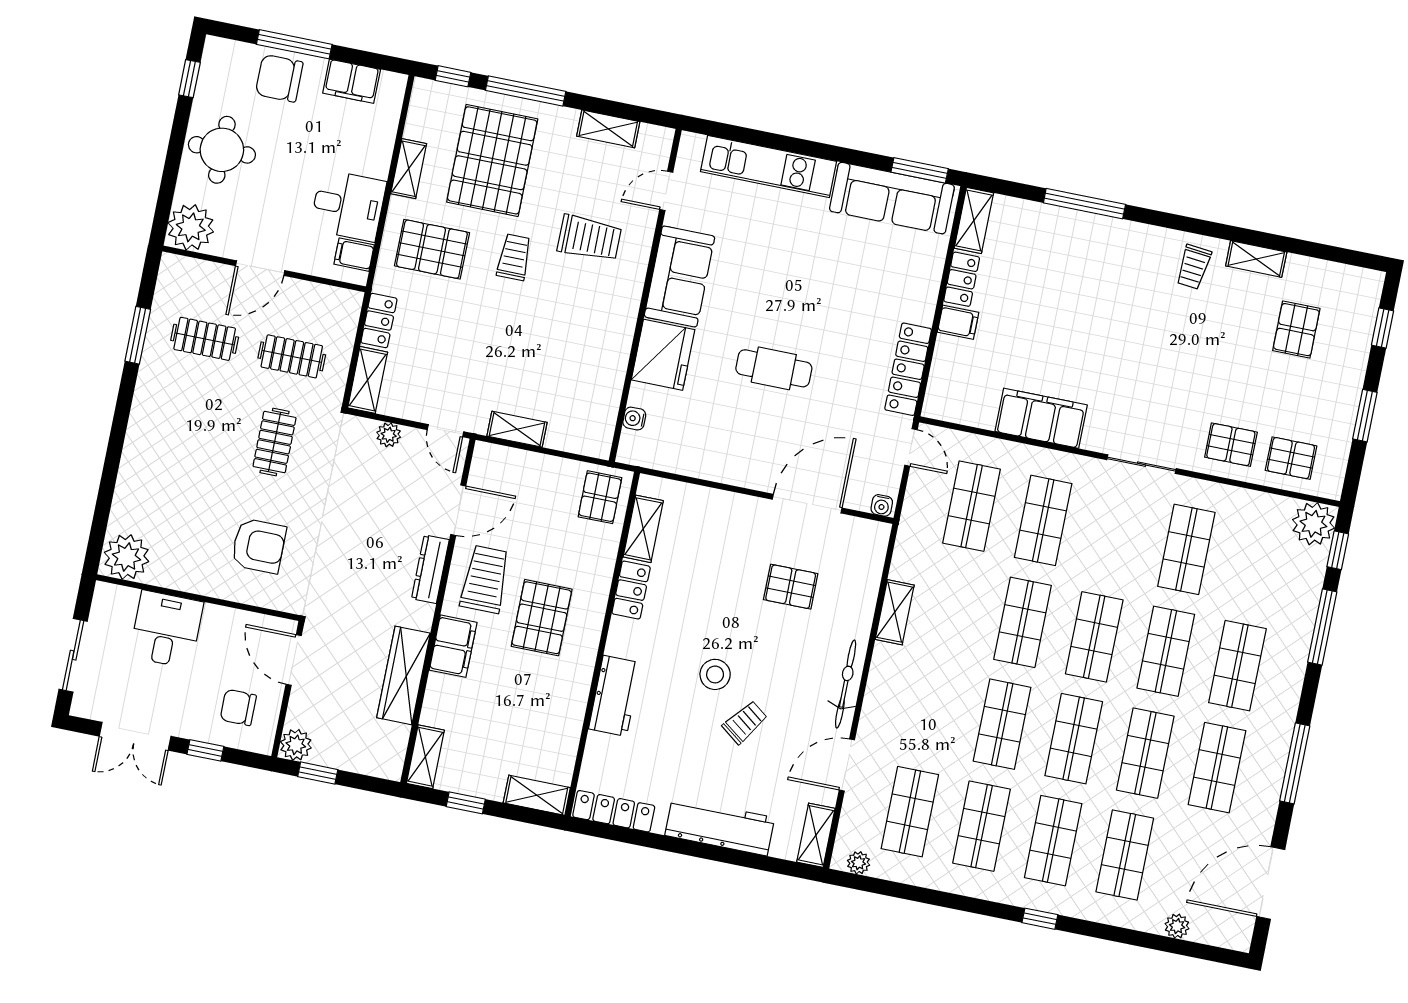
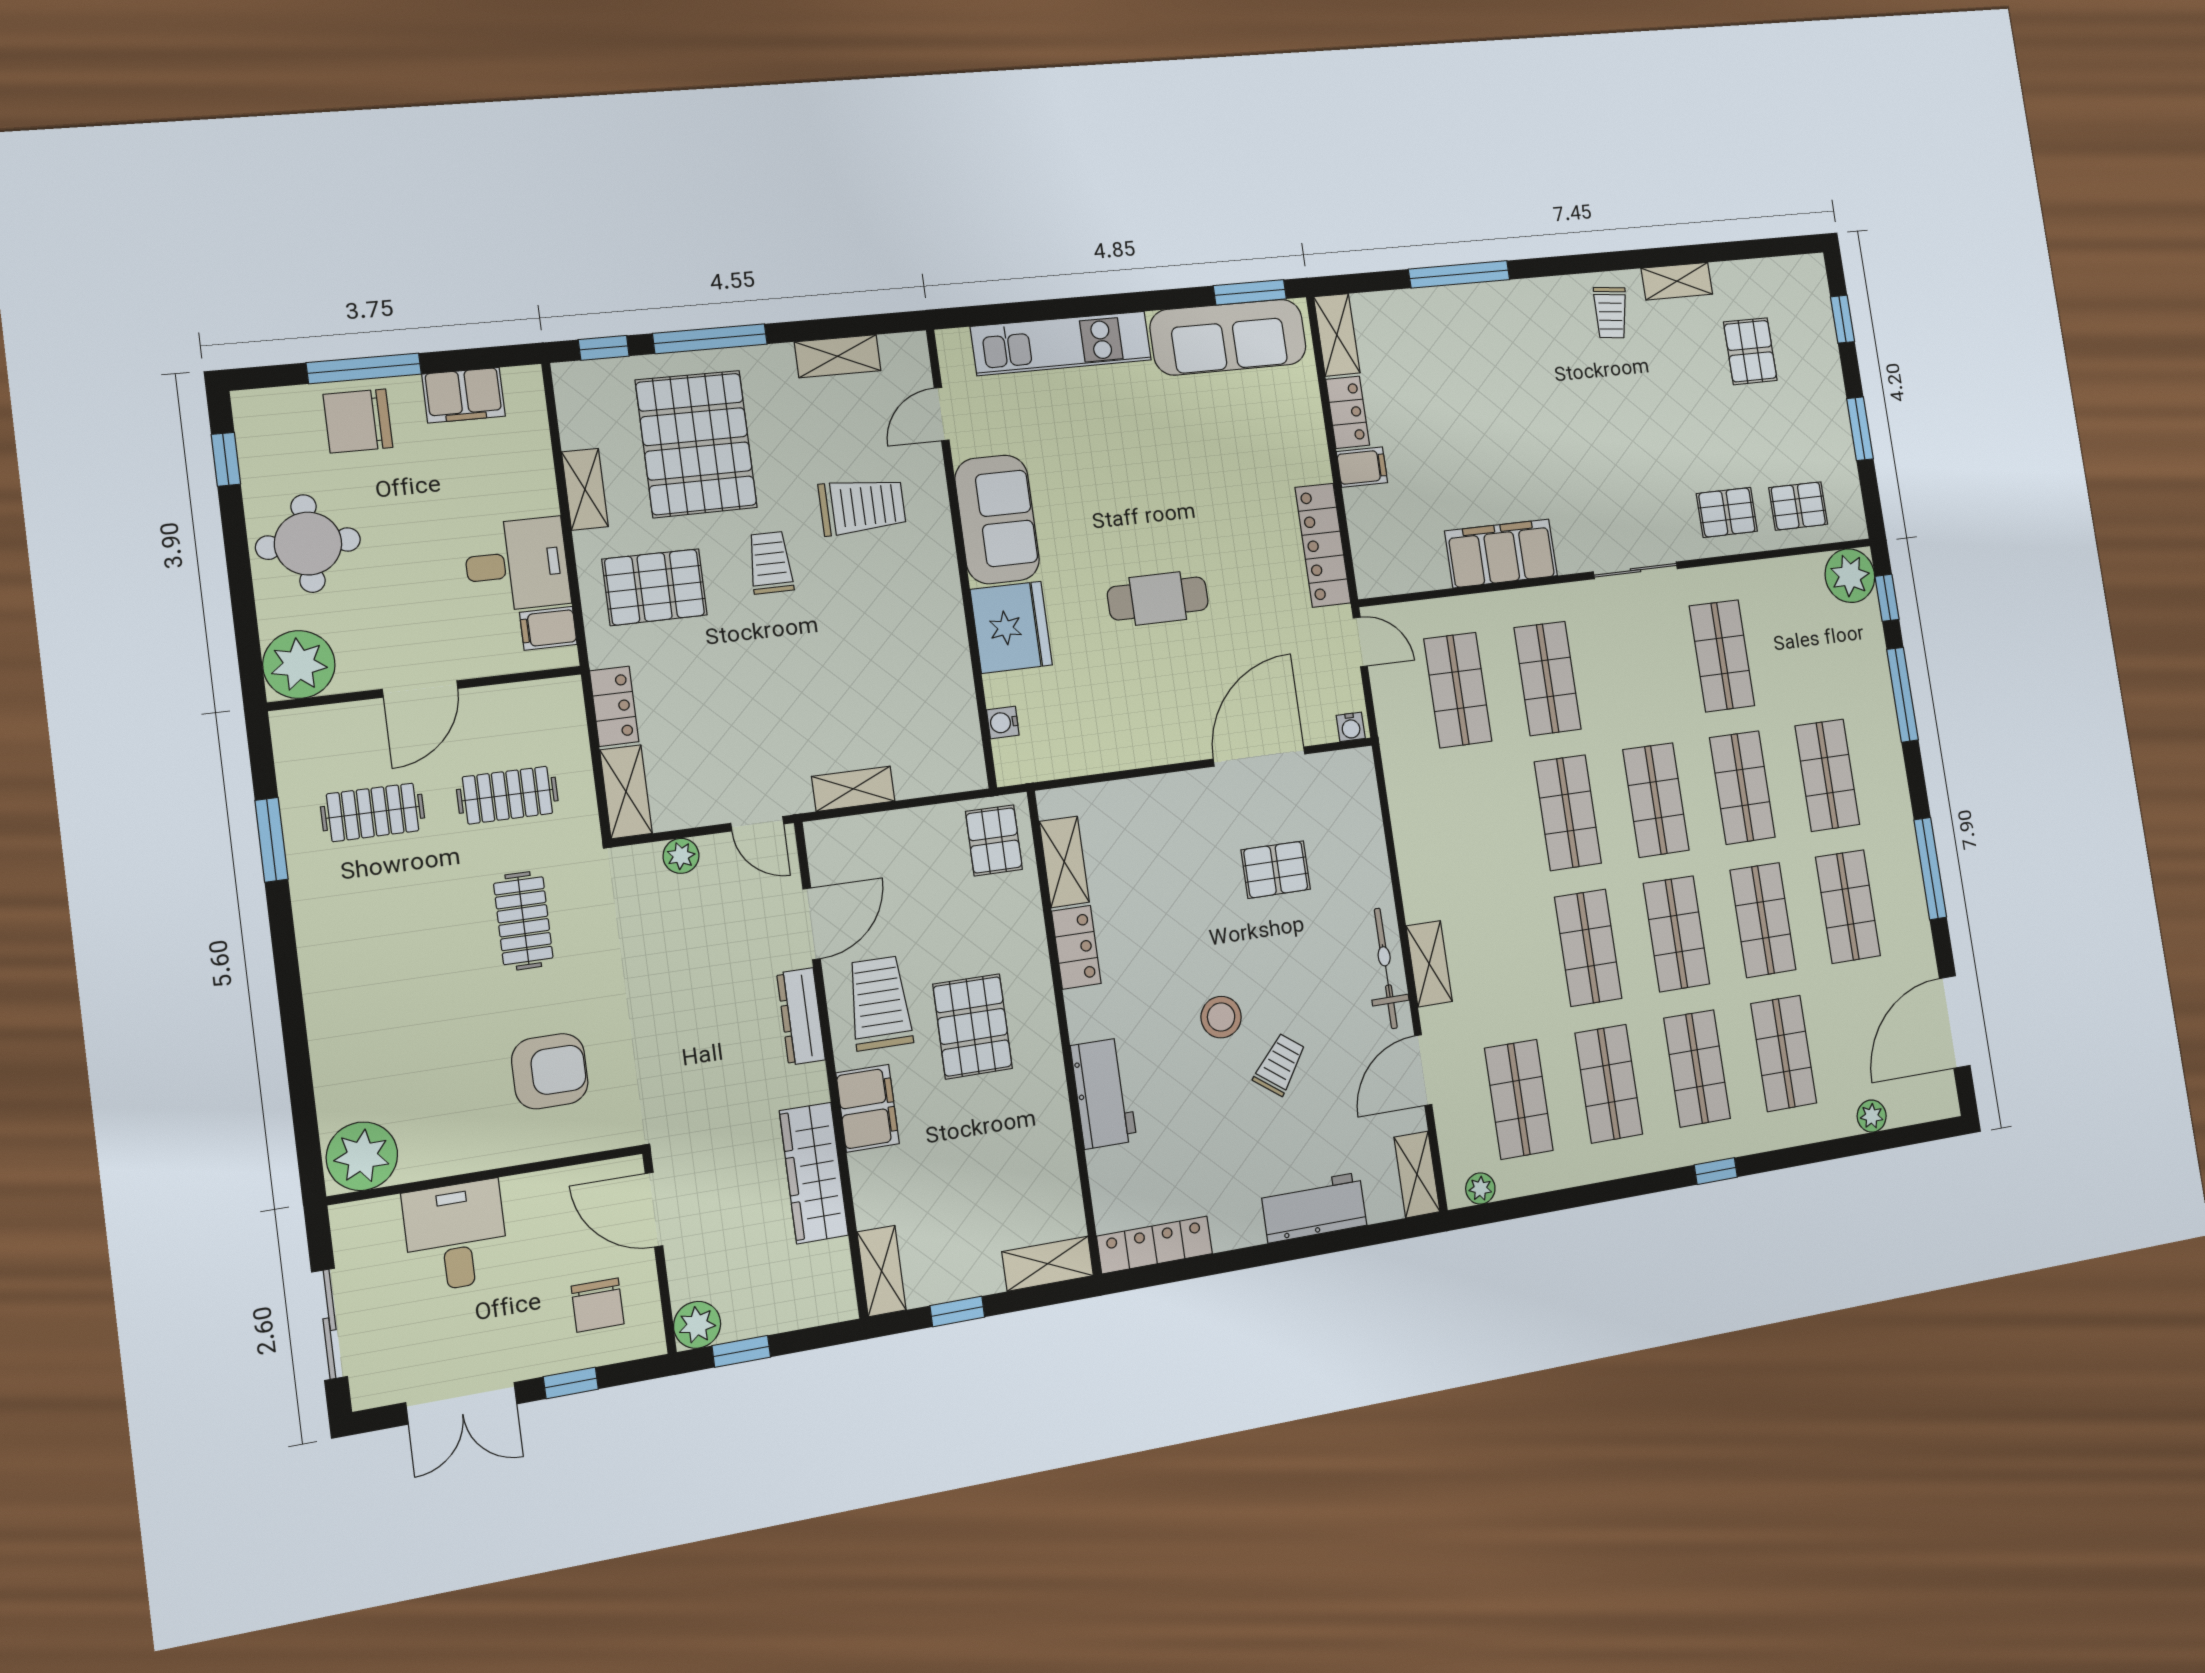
shelving: (895, 612) -> (1429, 964), moved
chair: (238, 707) -> (598, 1305), turned -90
workbench: (720, 826) -> (1314, 1208), width x0.73

